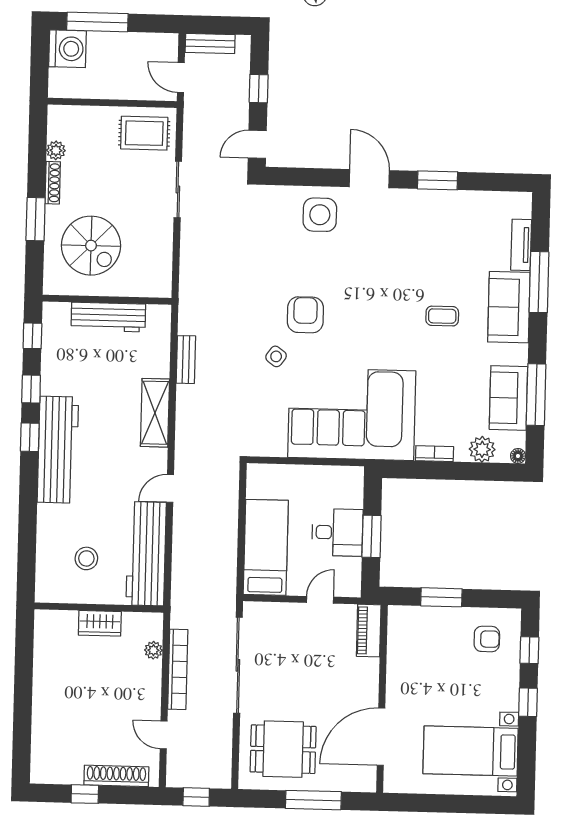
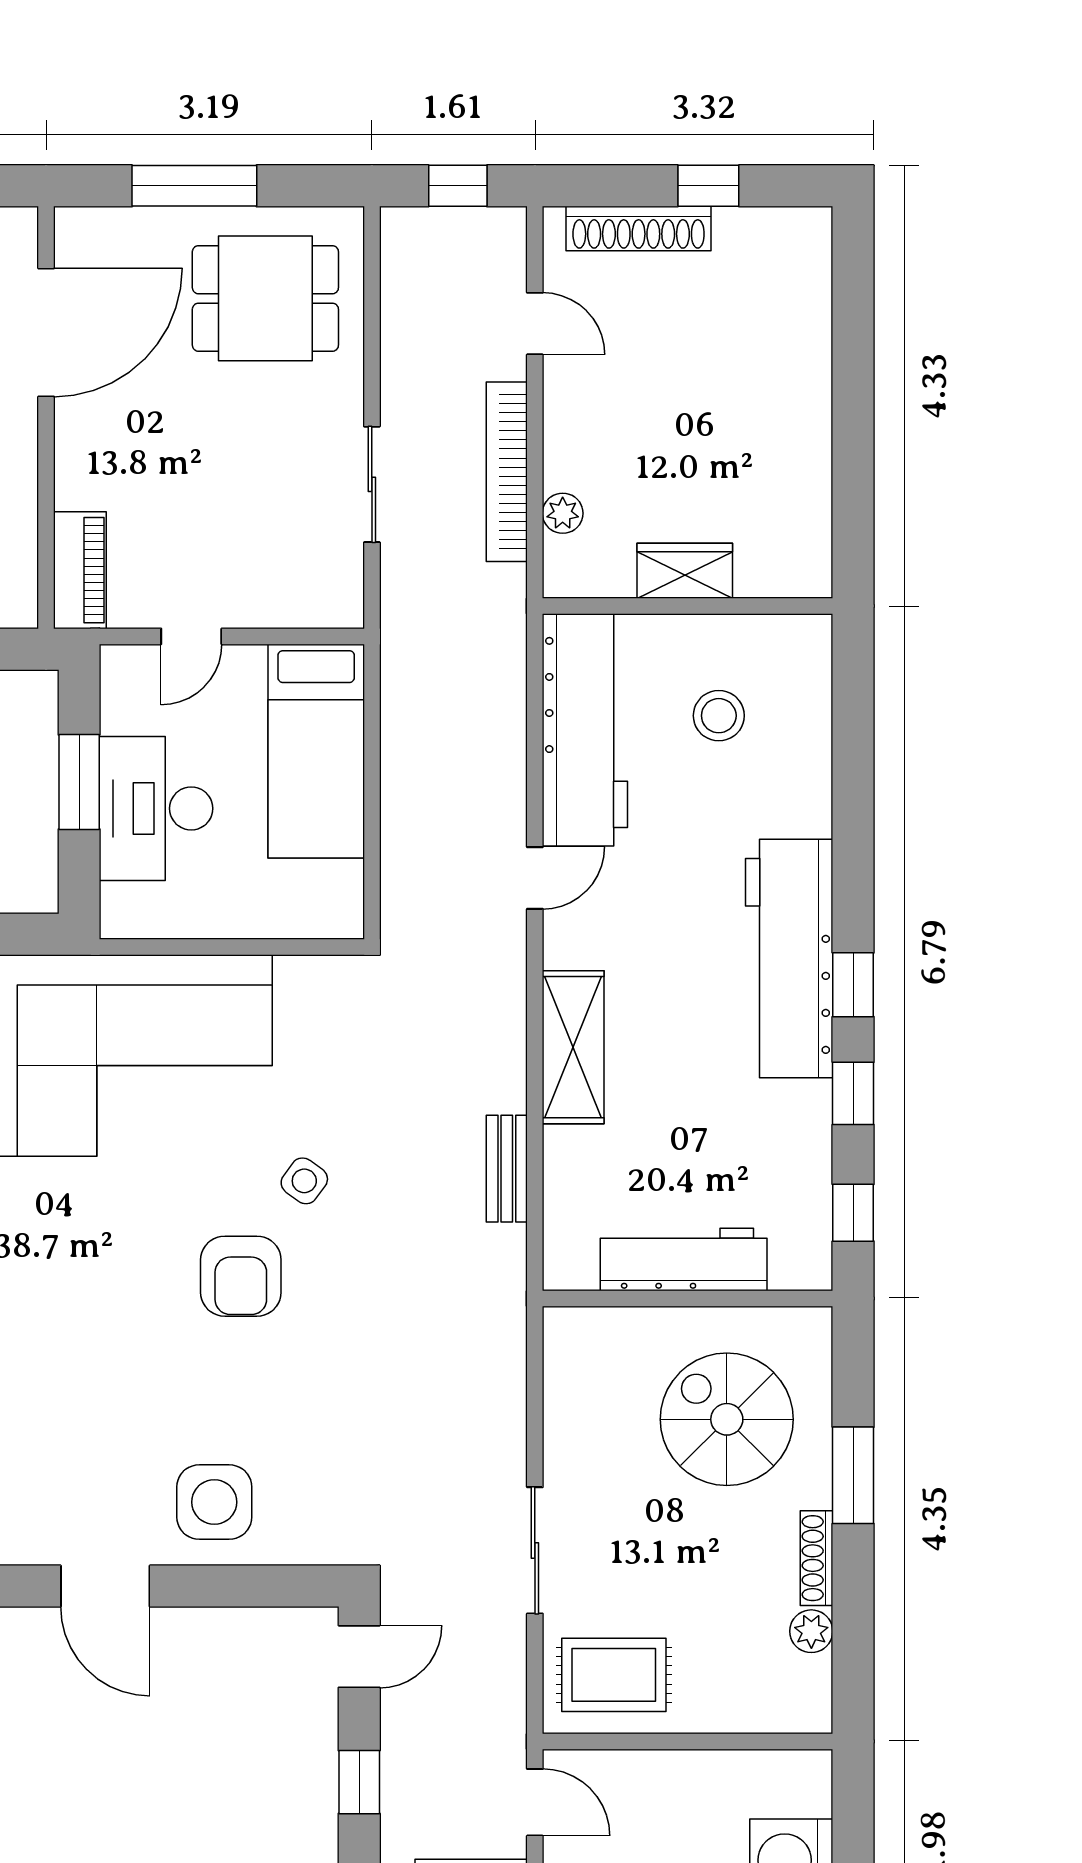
desk: (337, 532) -> (156, 808), width x1.37
sliding door: (238, 665) -> (372, 484), width x0.54

